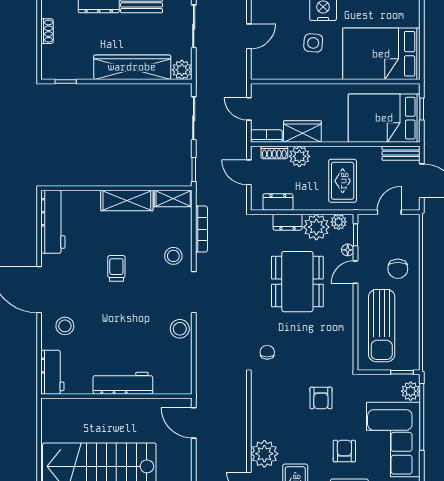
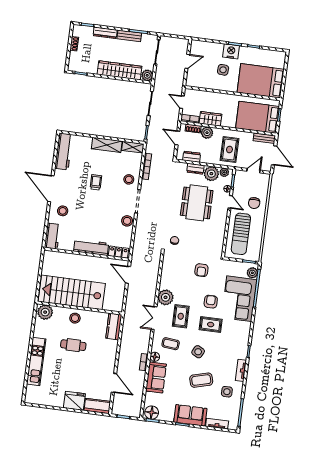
door: (356, 272) -> (230, 202), swing flipped
locker: (172, 385) -> (119, 252), added

